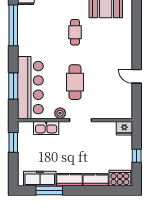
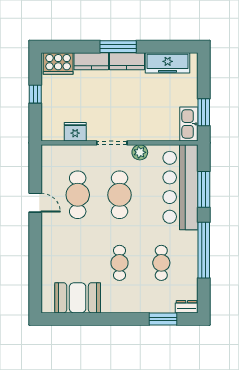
window: (13, 25) -> (204, 250), moved
cafe table: (44, 32) -> (161, 263), added
cafe table: (106, 82) -> (78, 195), added
kitchen sink: (46, 128) -> (189, 124), moved, turned -90
fridge: (124, 128) -> (75, 132), moved
window: (49, 190) -> (118, 47), moved

